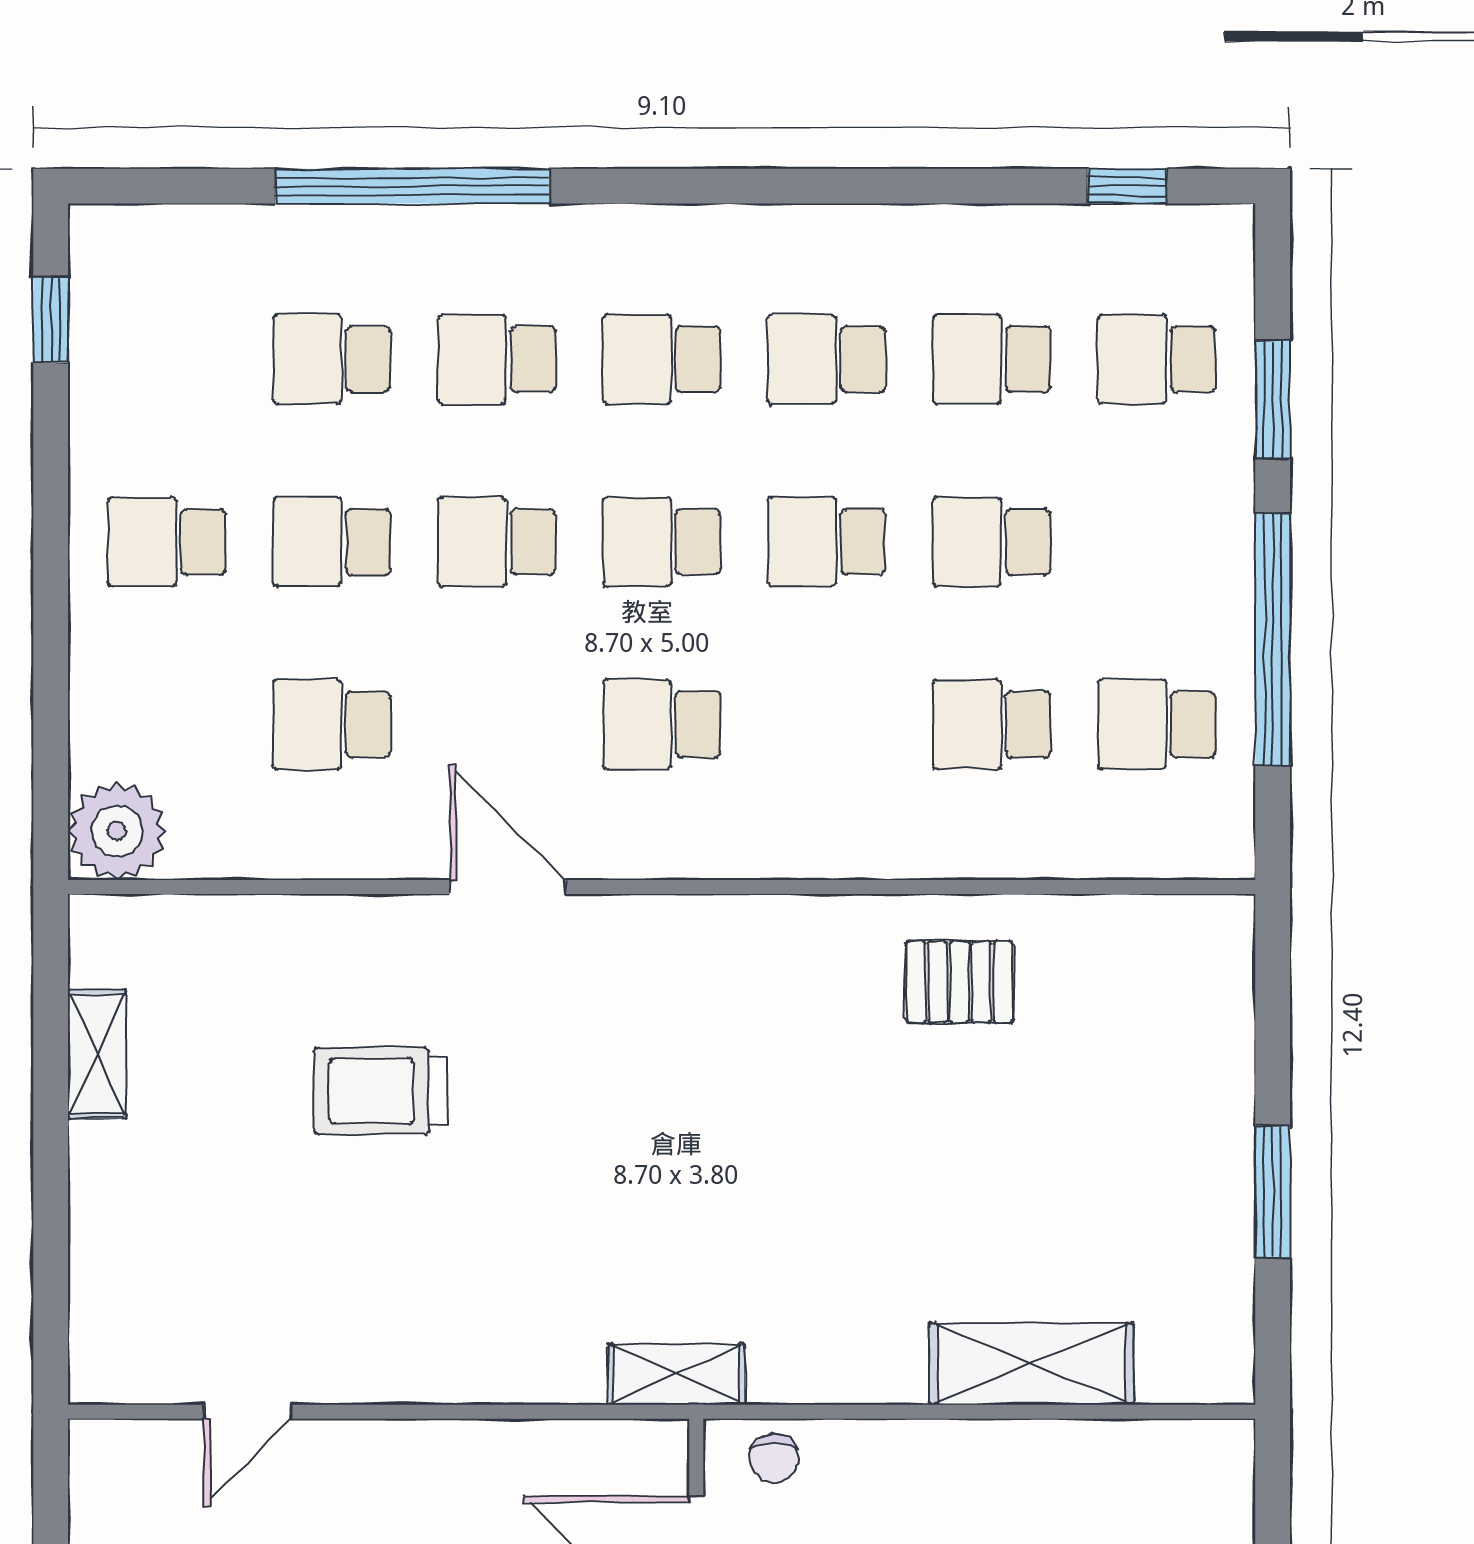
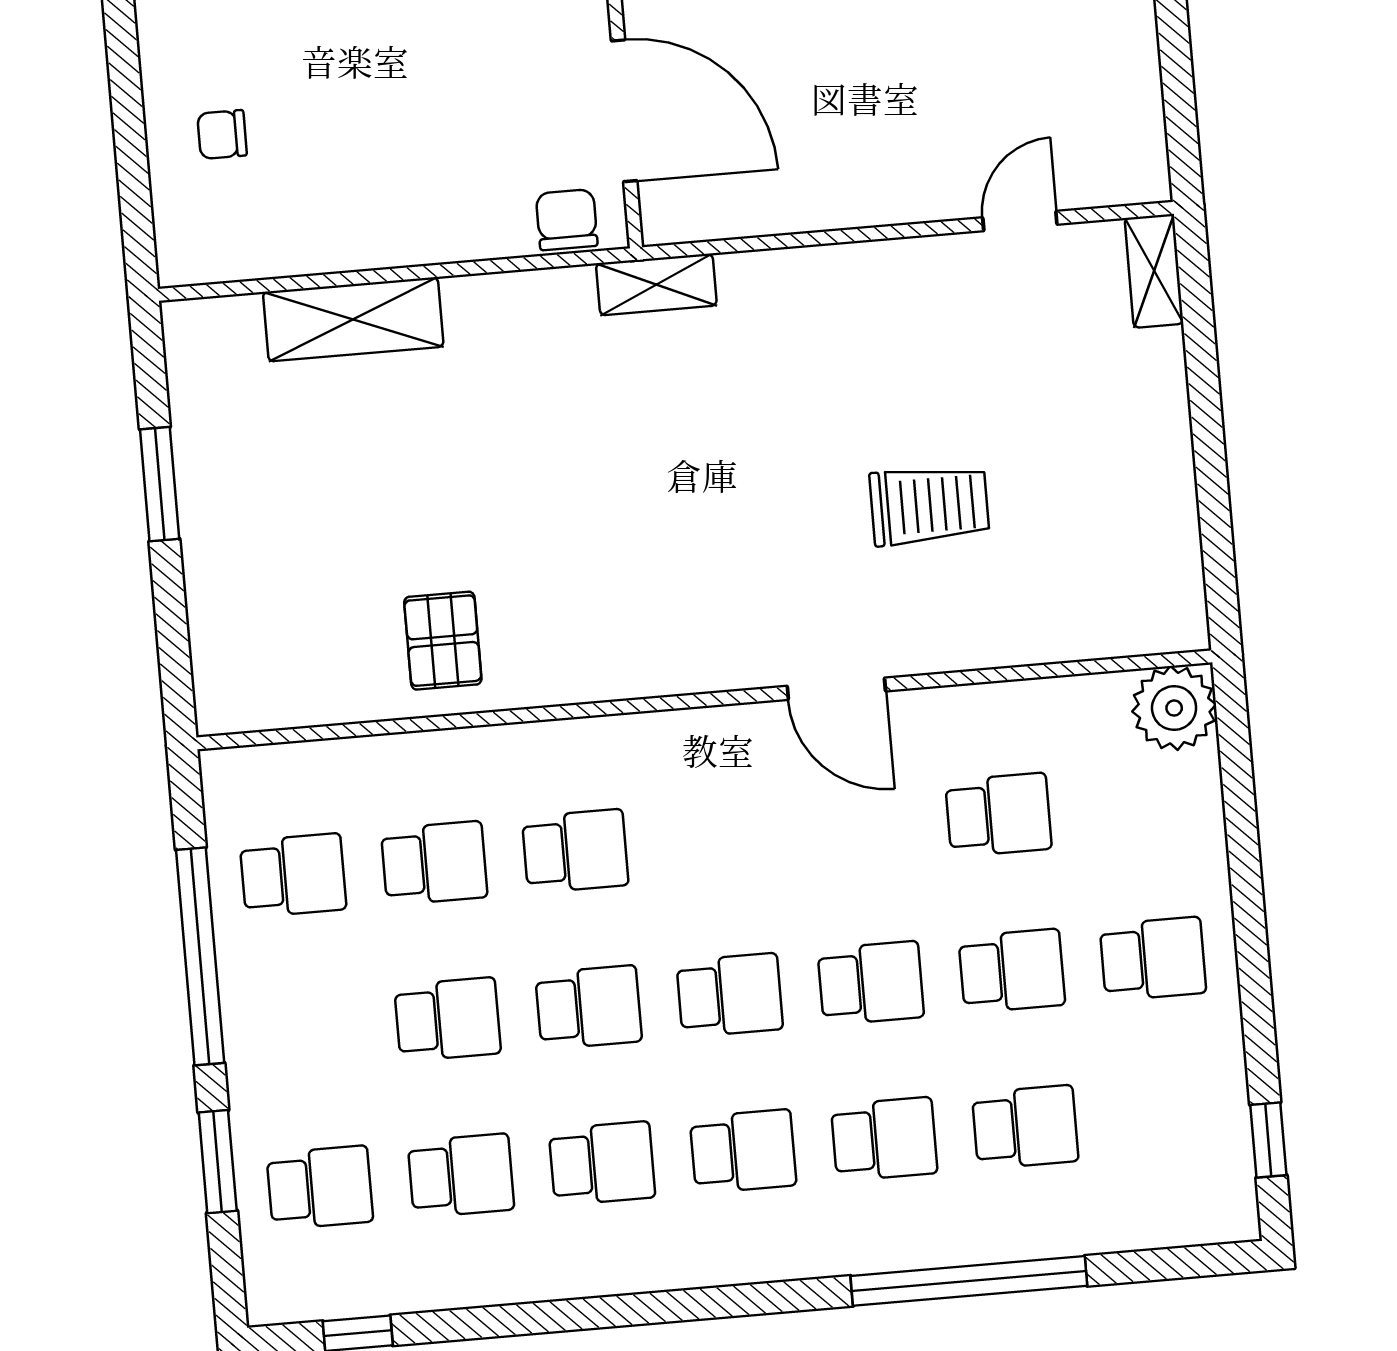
school desk: (662, 724) -> (575, 851), moved
pallet: (959, 982) -> (443, 641), turned 90
shelving: (97, 1054) -> (1154, 271), moved
chair: (774, 1458) -> (567, 220), width x1.37, depth x1.37

